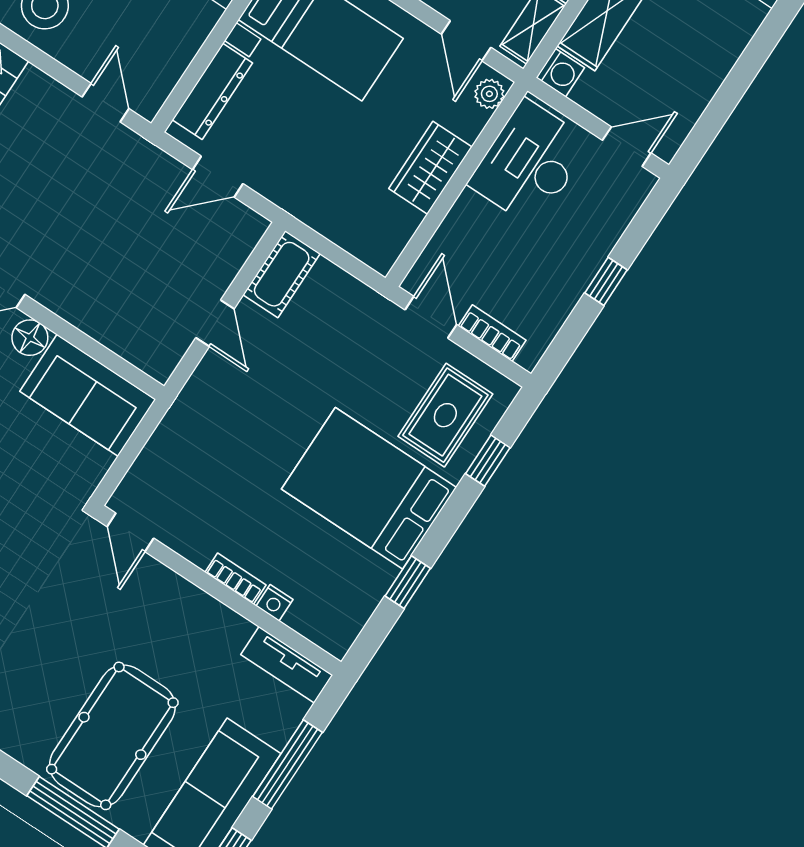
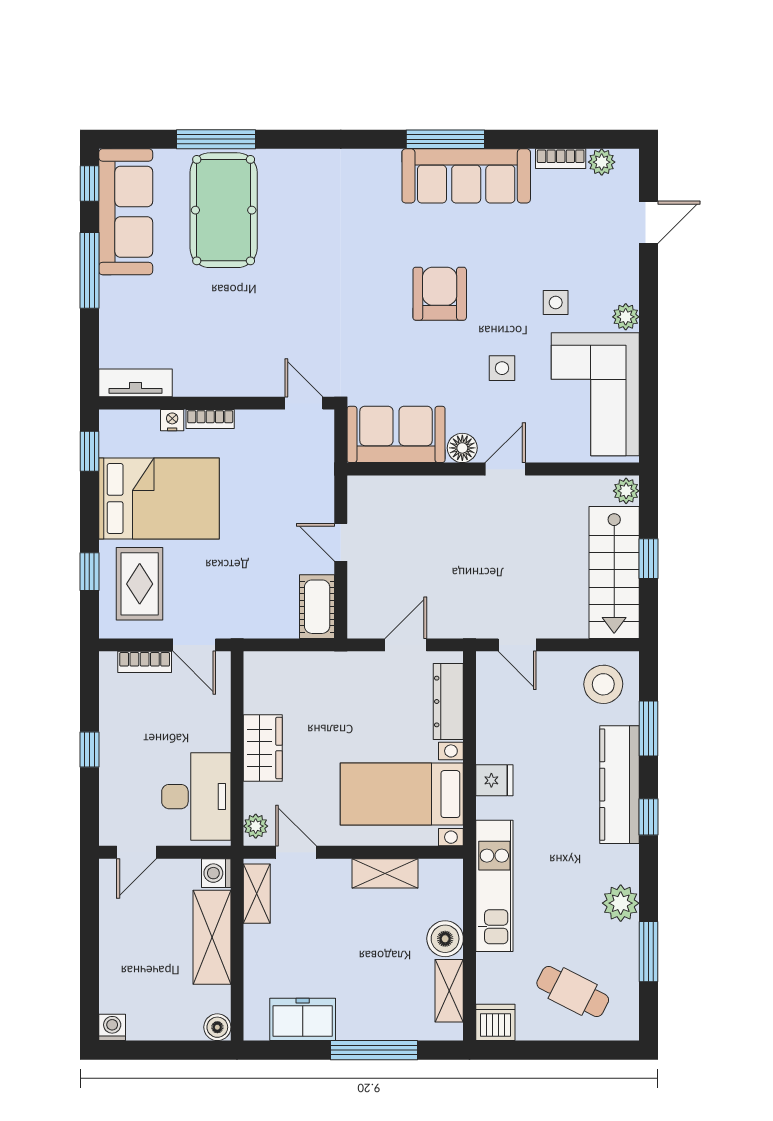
door: (130, 532) -> (304, 403), moved
bookcase: (235, 579) -> (210, 419), moved
wall: (218, 590) -> (217, 403), moved
nightstand: (275, 603) -> (172, 420), moved
tv unit: (287, 665) -> (135, 383), moved

